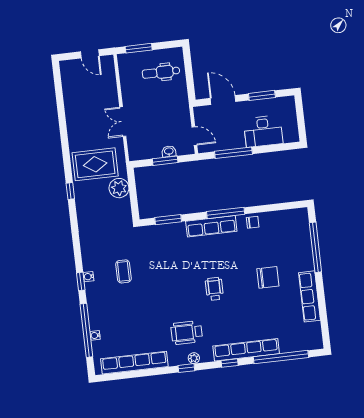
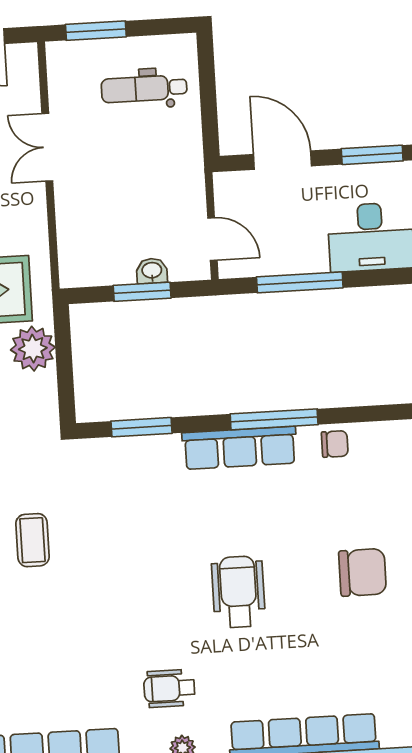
double door: (123, 122) -> (47, 147), moved
wheelchair: (214, 289) -> (238, 592), width x1.36, depth x1.37
wheelchair: (187, 333) -> (169, 688), width x0.73, depth x0.73

